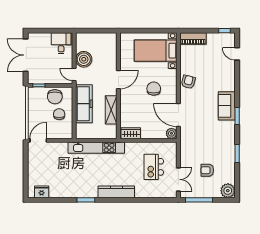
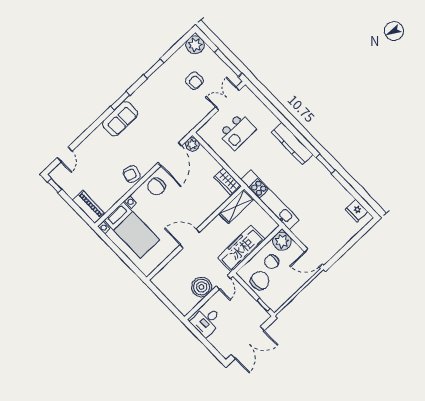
chair: (154, 89) -> (156, 187), moved
shelving: (111, 110) -> (236, 206), moved
plant: (65, 132) -> (282, 241), added

